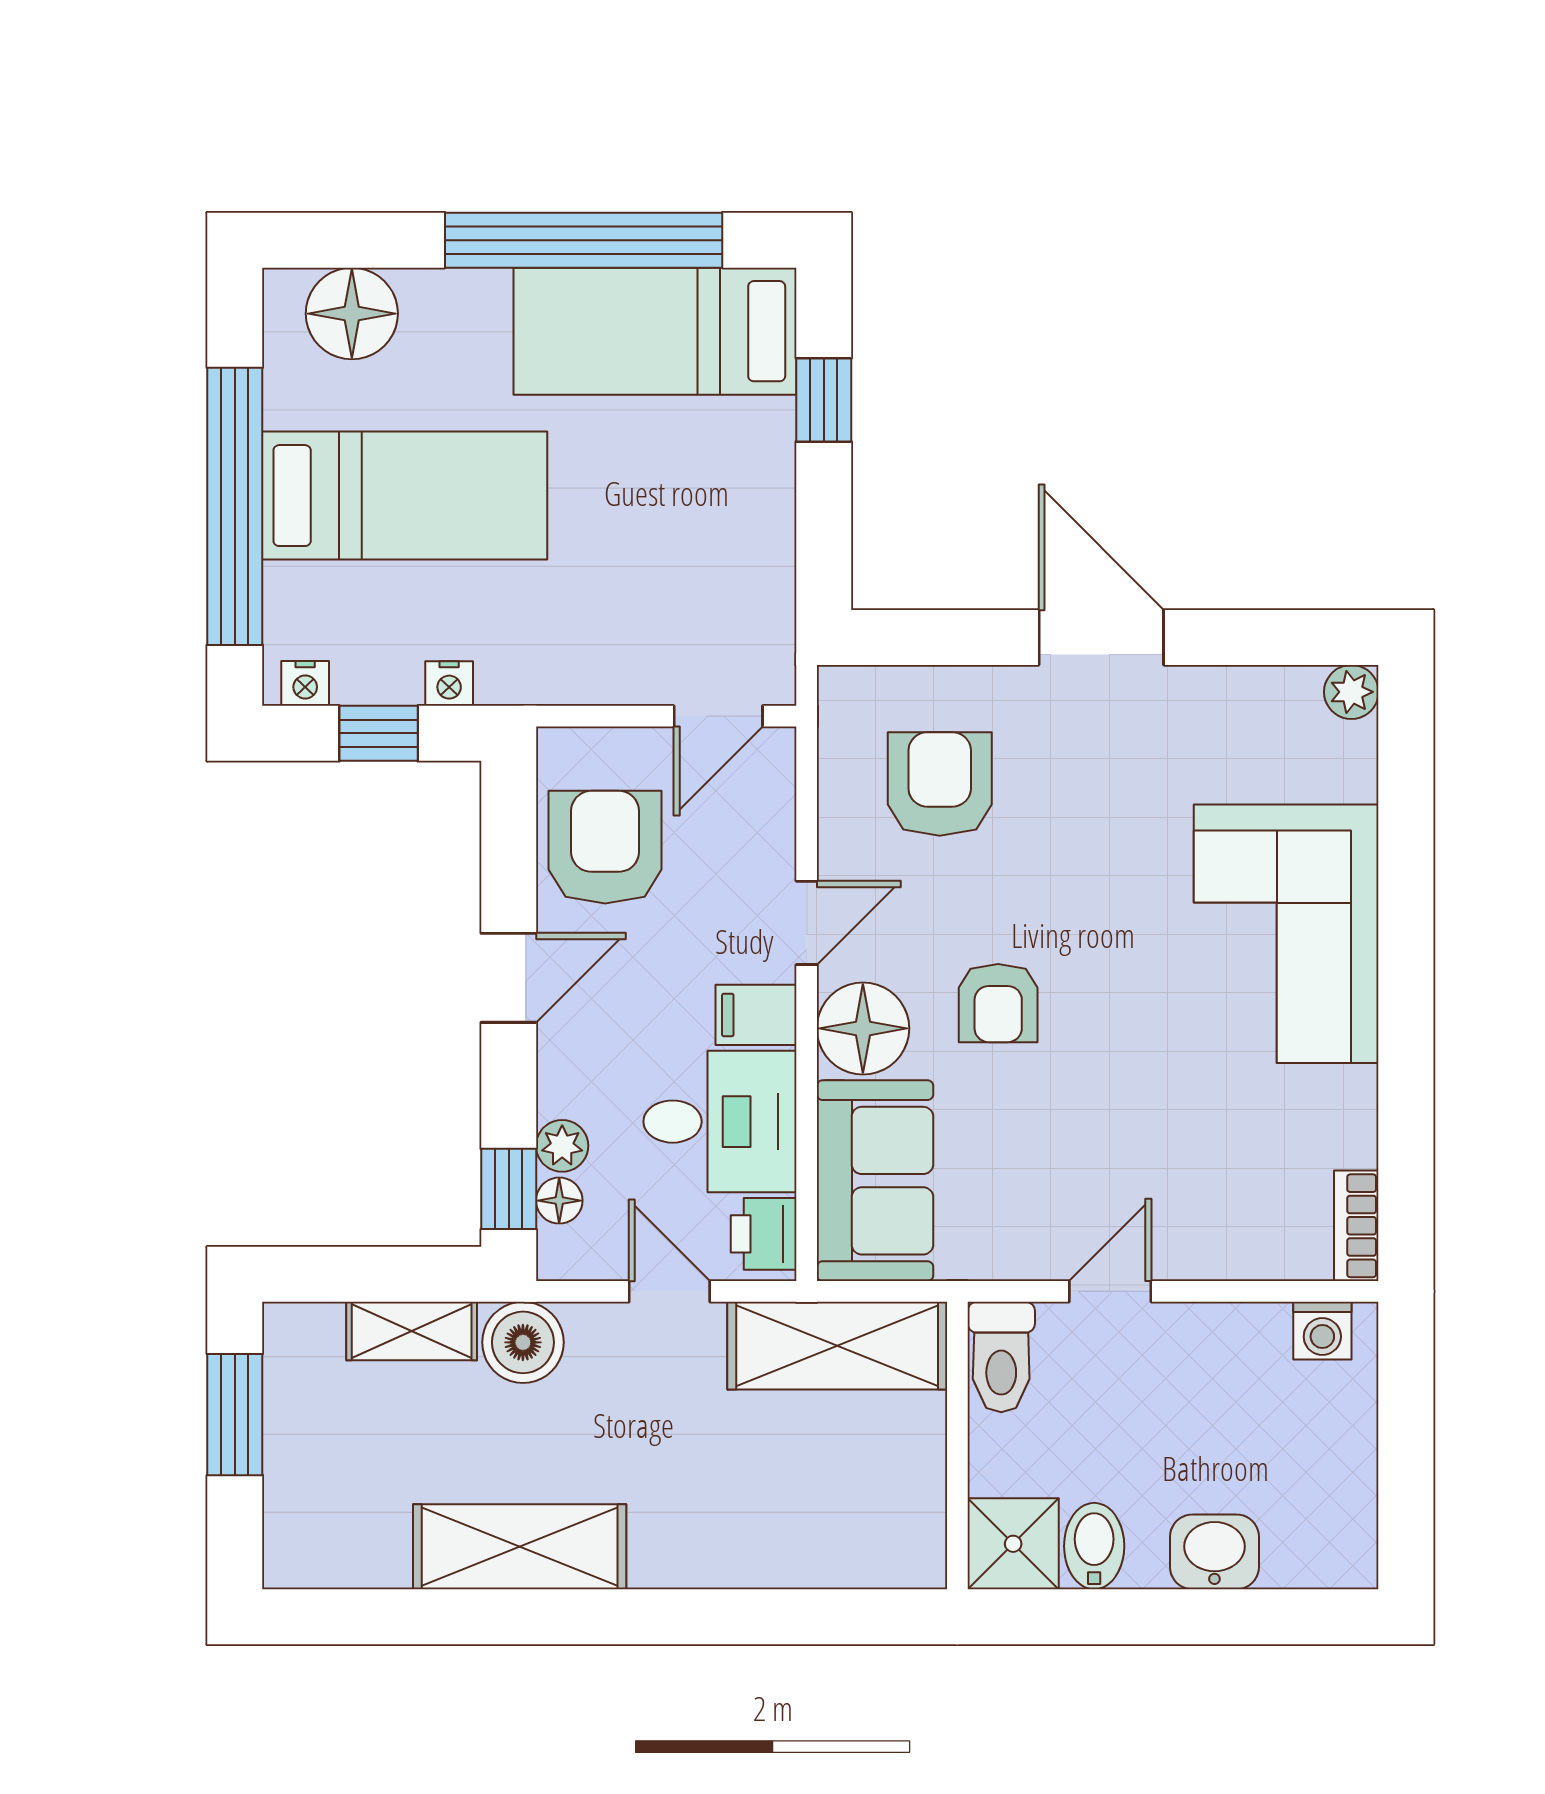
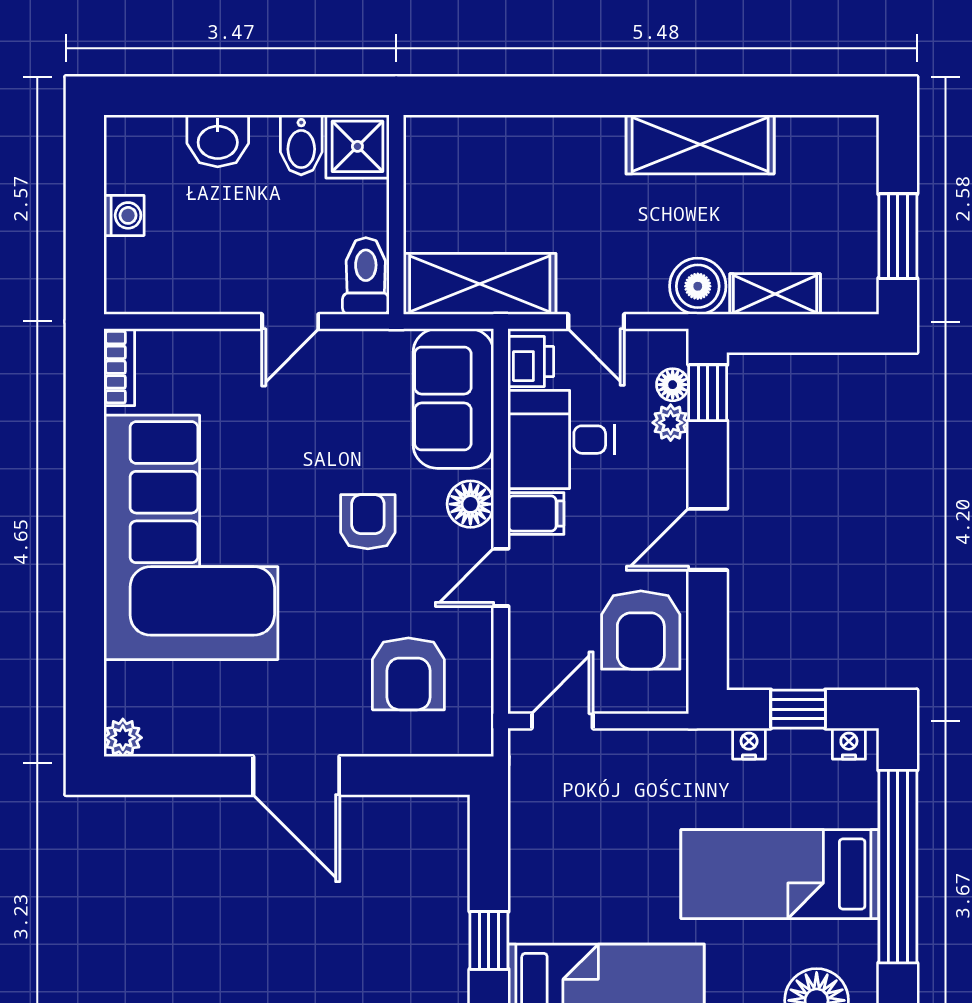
corner sofa: (1286, 934) -> (191, 537), width x1.36, depth x1.36
floor lamp: (863, 1028) -> (470, 504), width x0.73, depth x0.73
washing machine: (1322, 1331) -> (124, 215), moved, turned 90

